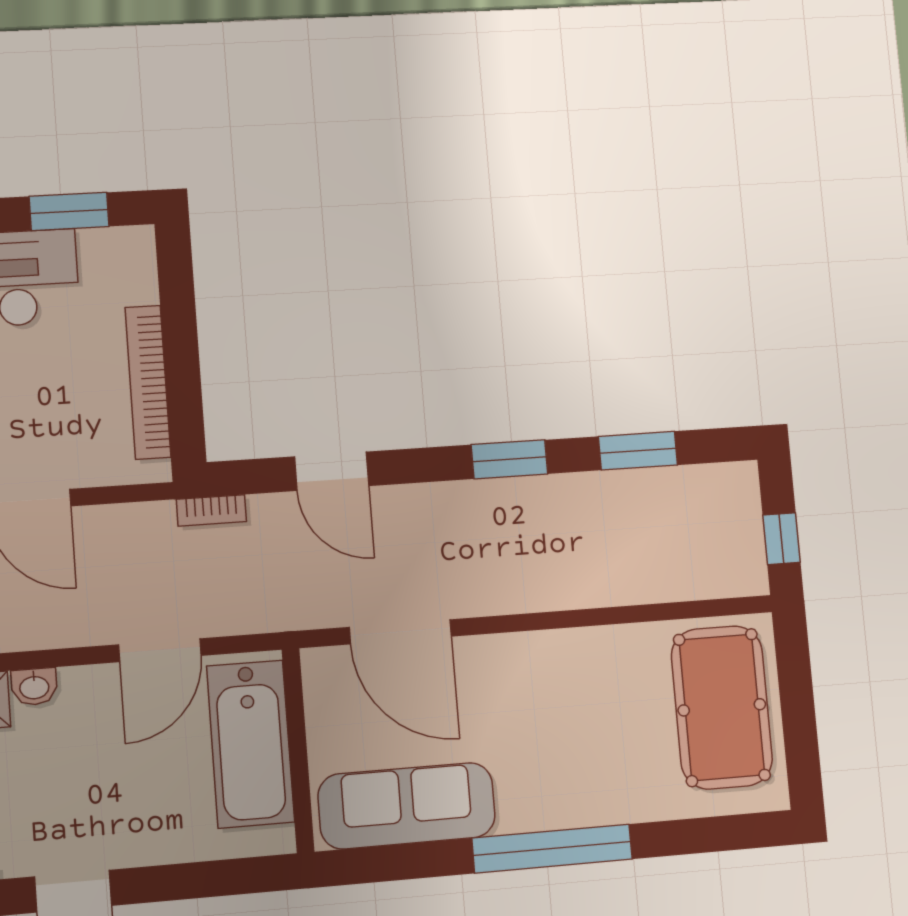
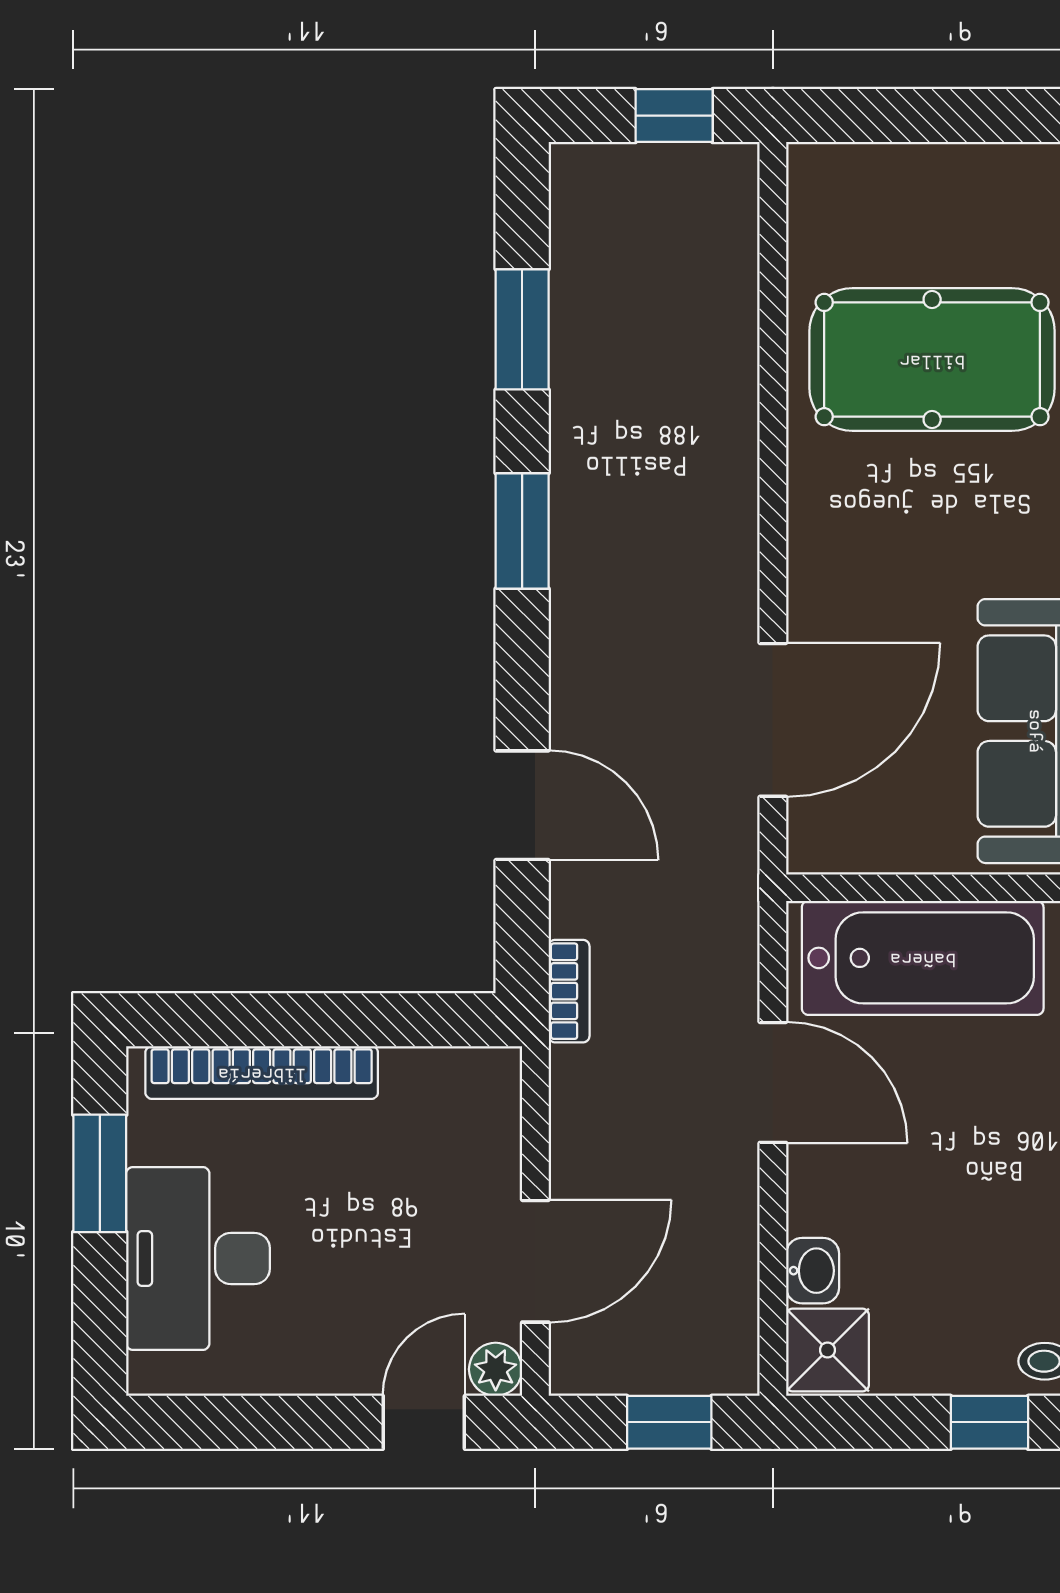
bookcase: (148, 382) -> (262, 1073), moved
door: (332, 471) -> (522, 805), hinge flipped
pool table: (722, 707) -> (932, 360), moved

